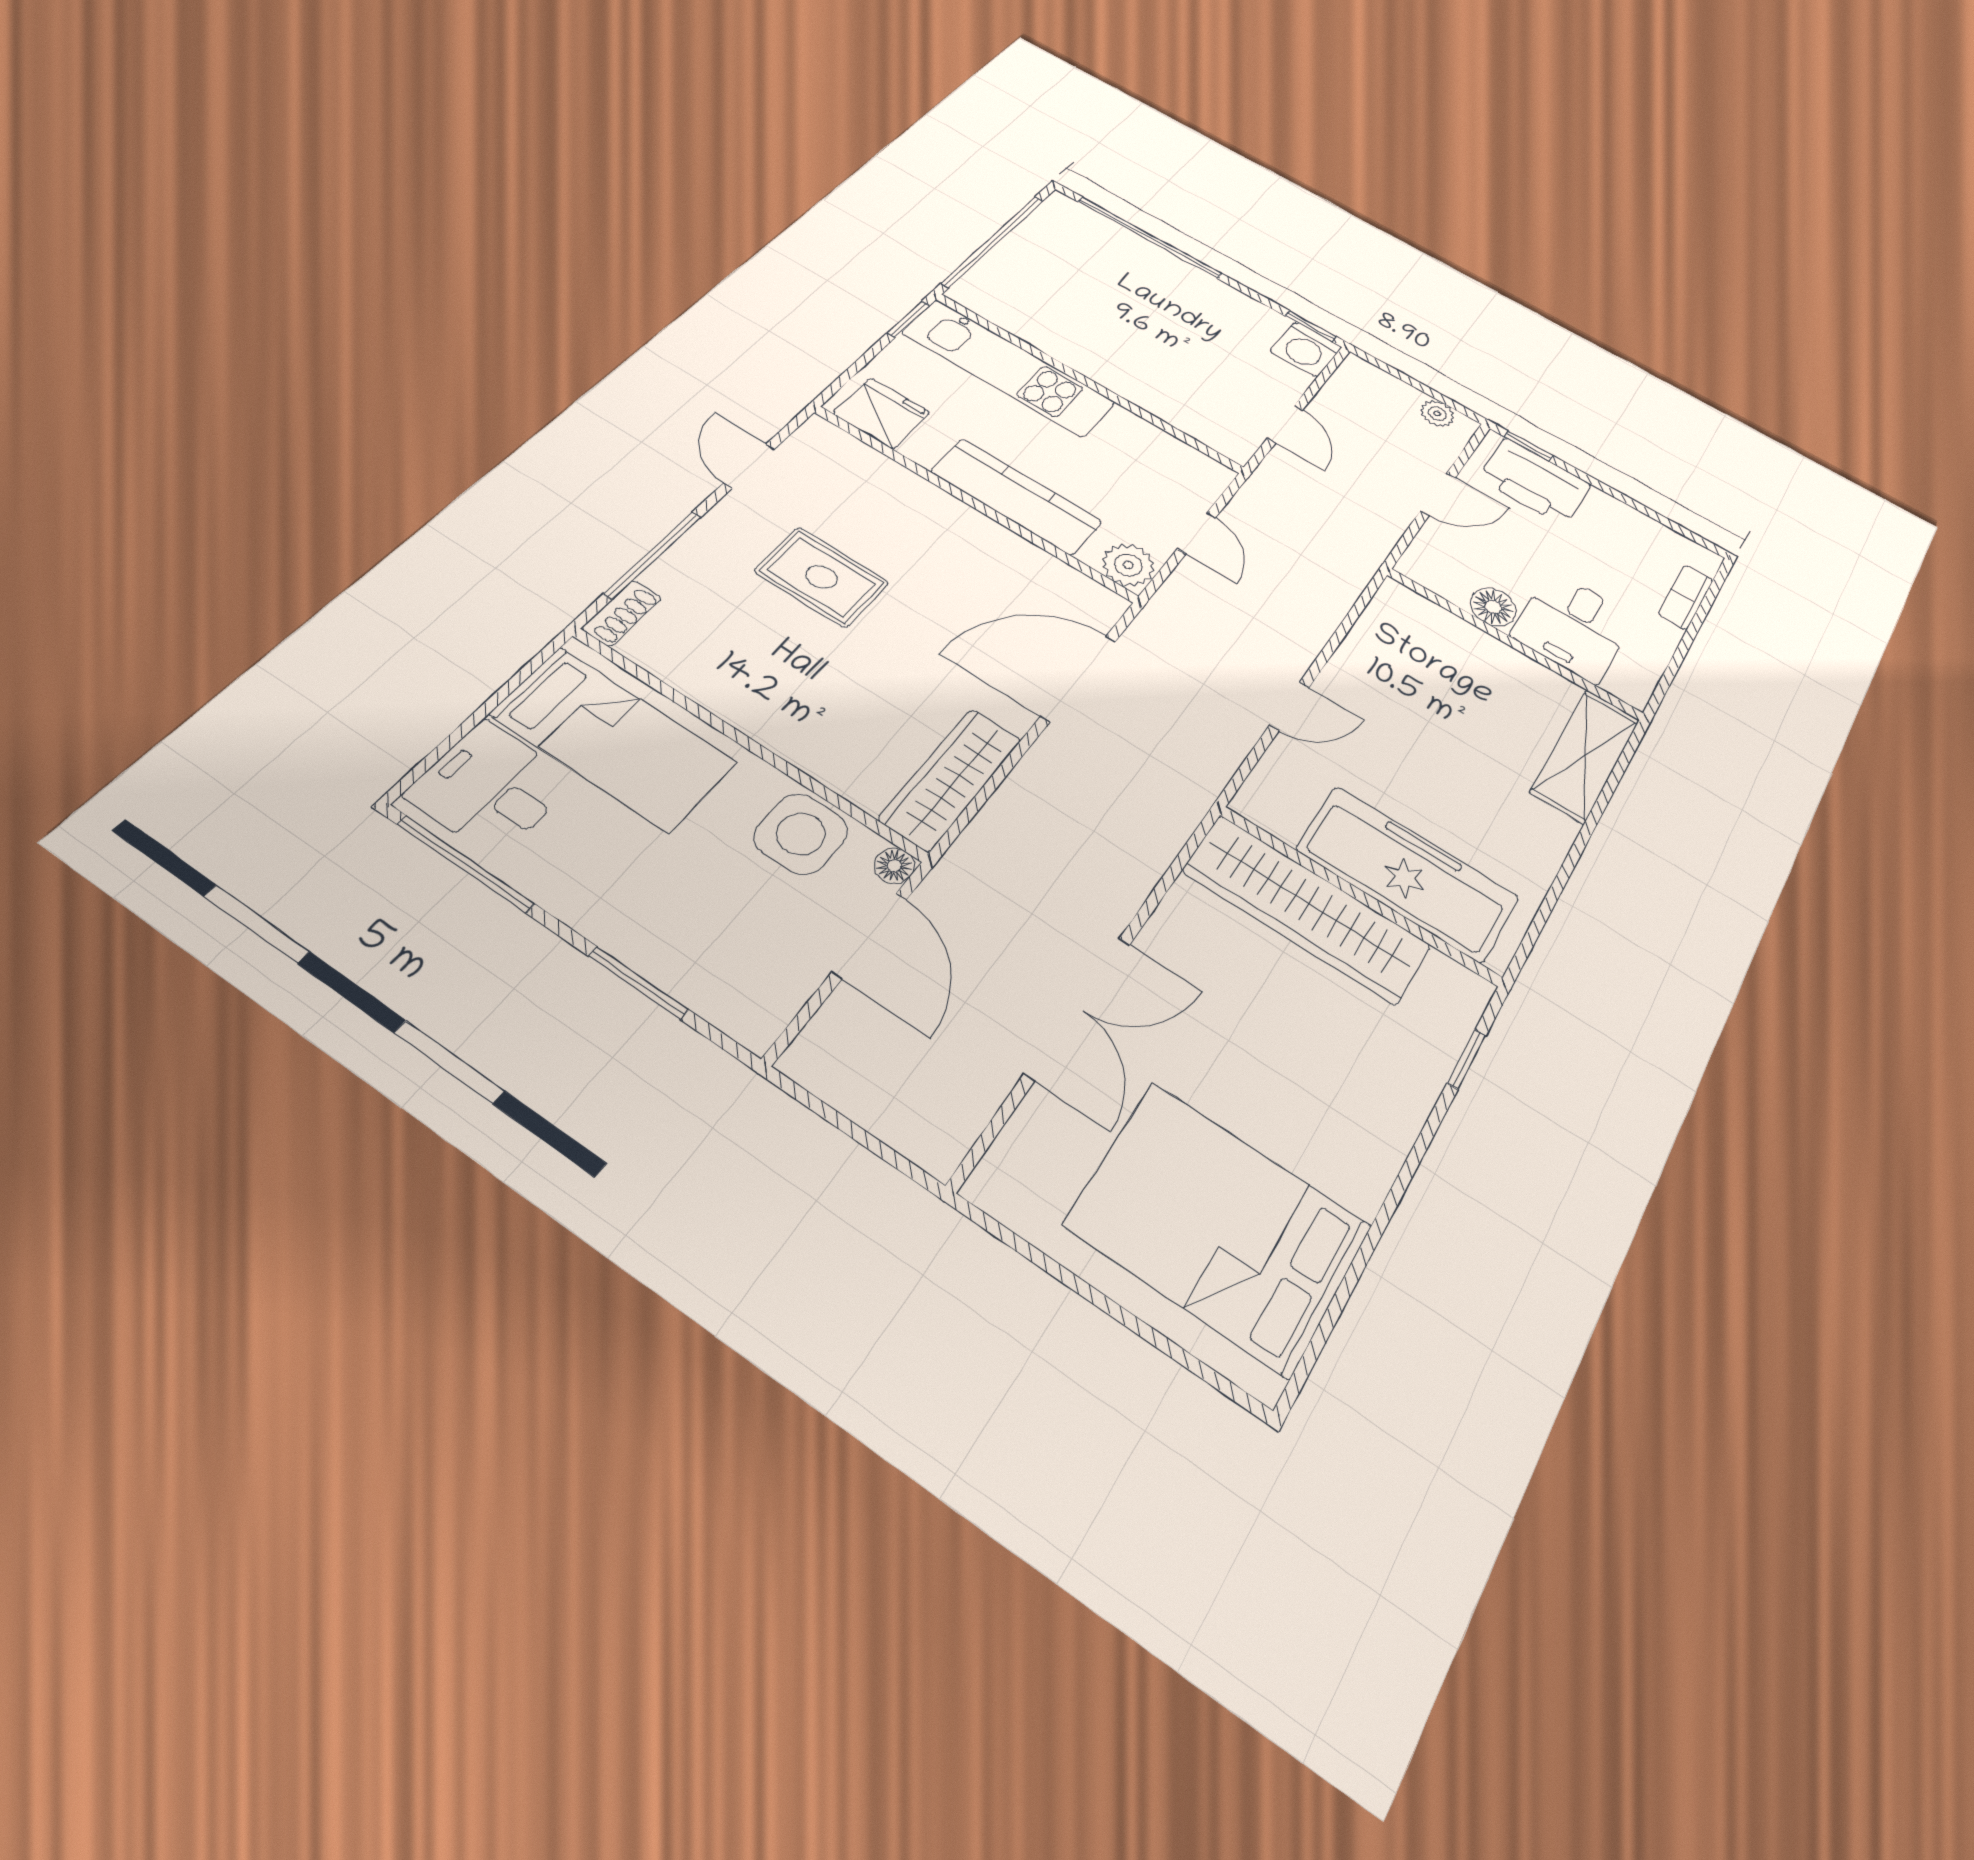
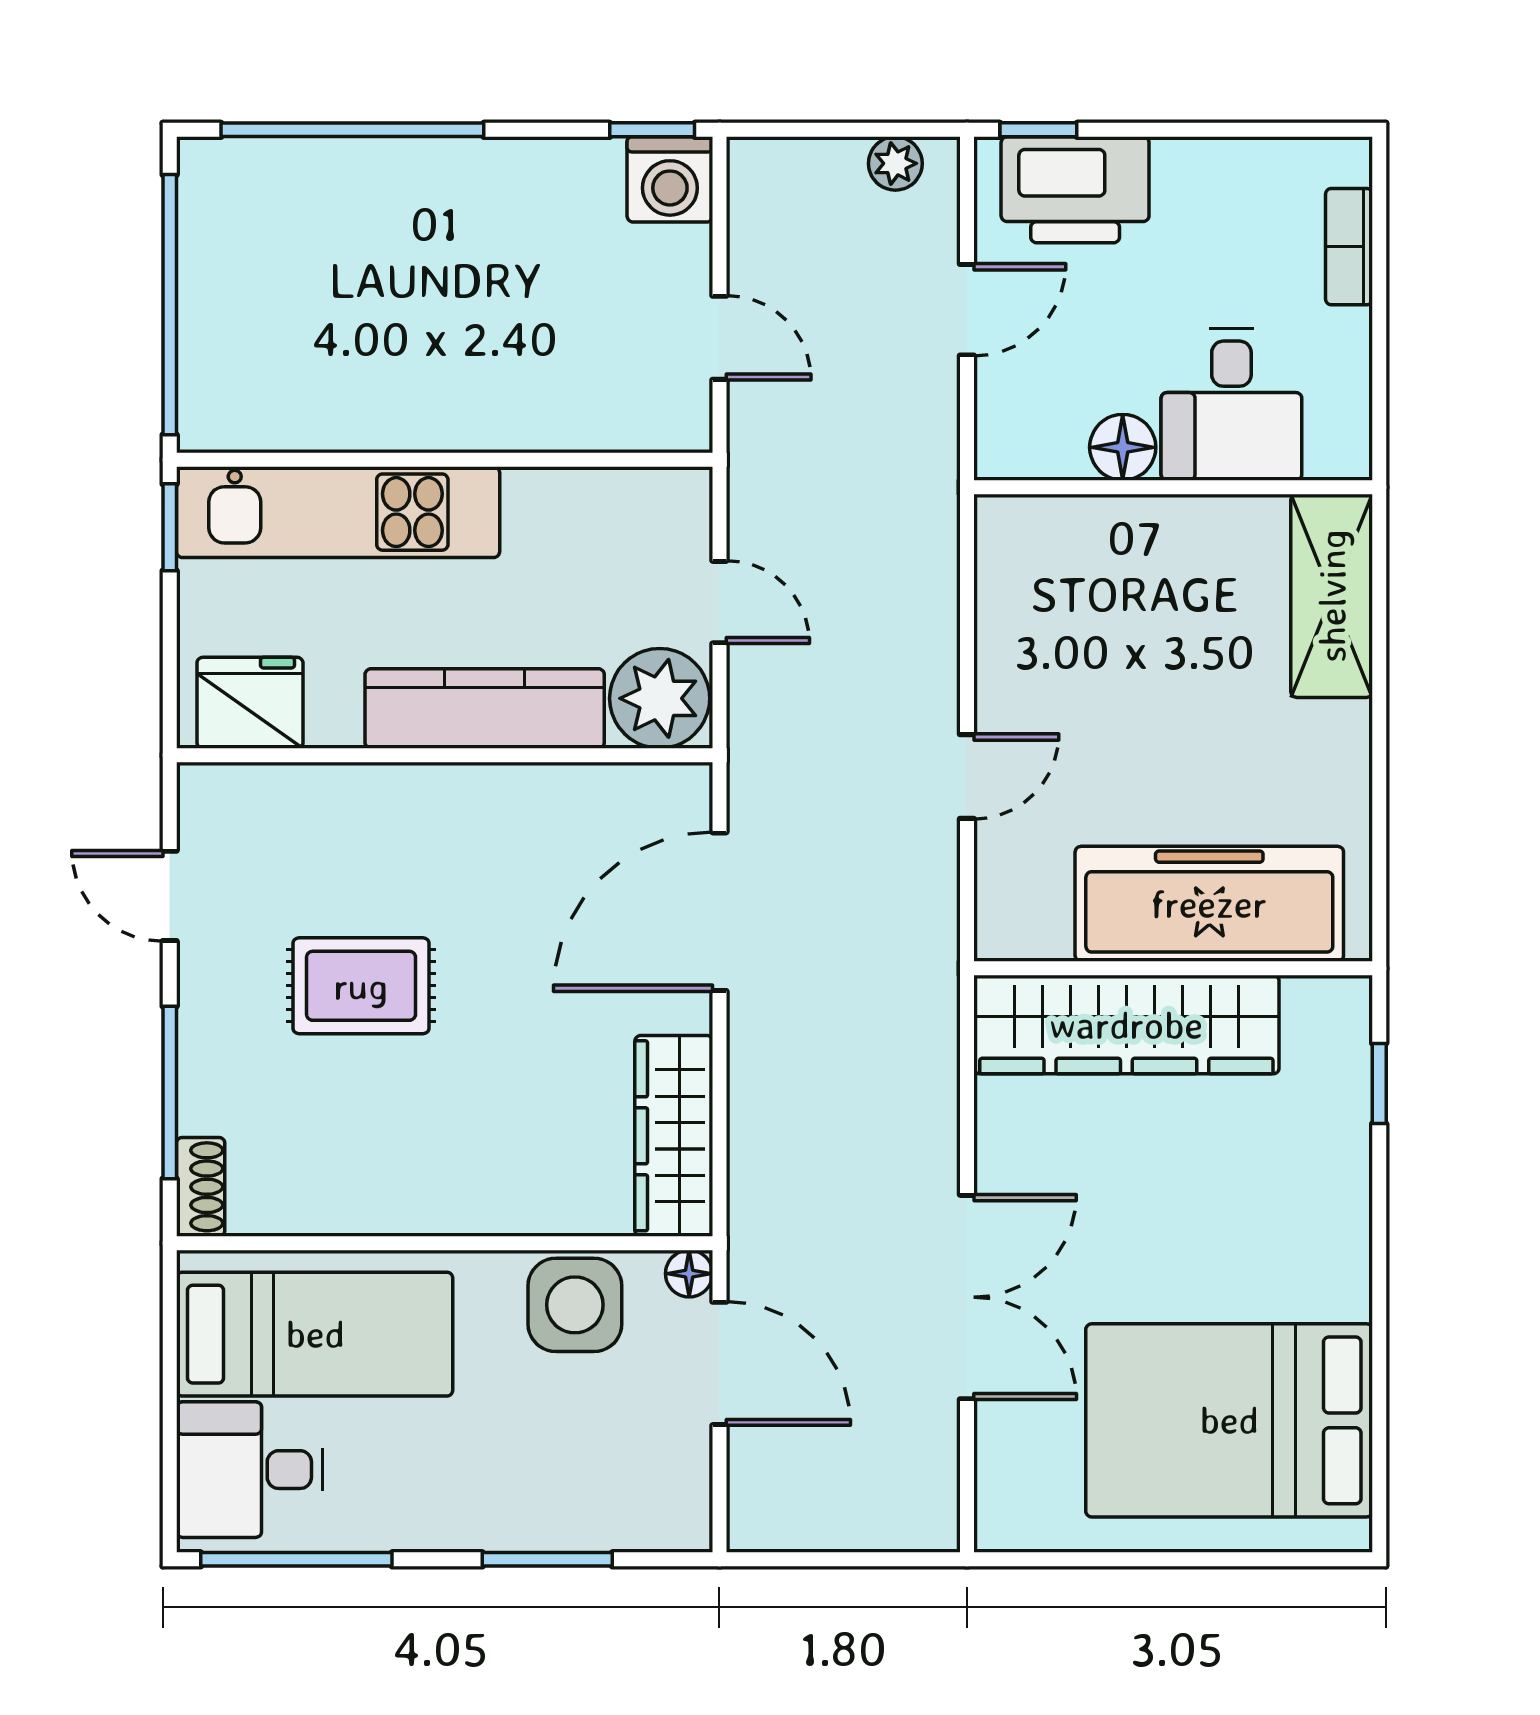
plant: (1128, 565) -> (660, 698), width x1.36, depth x1.36

